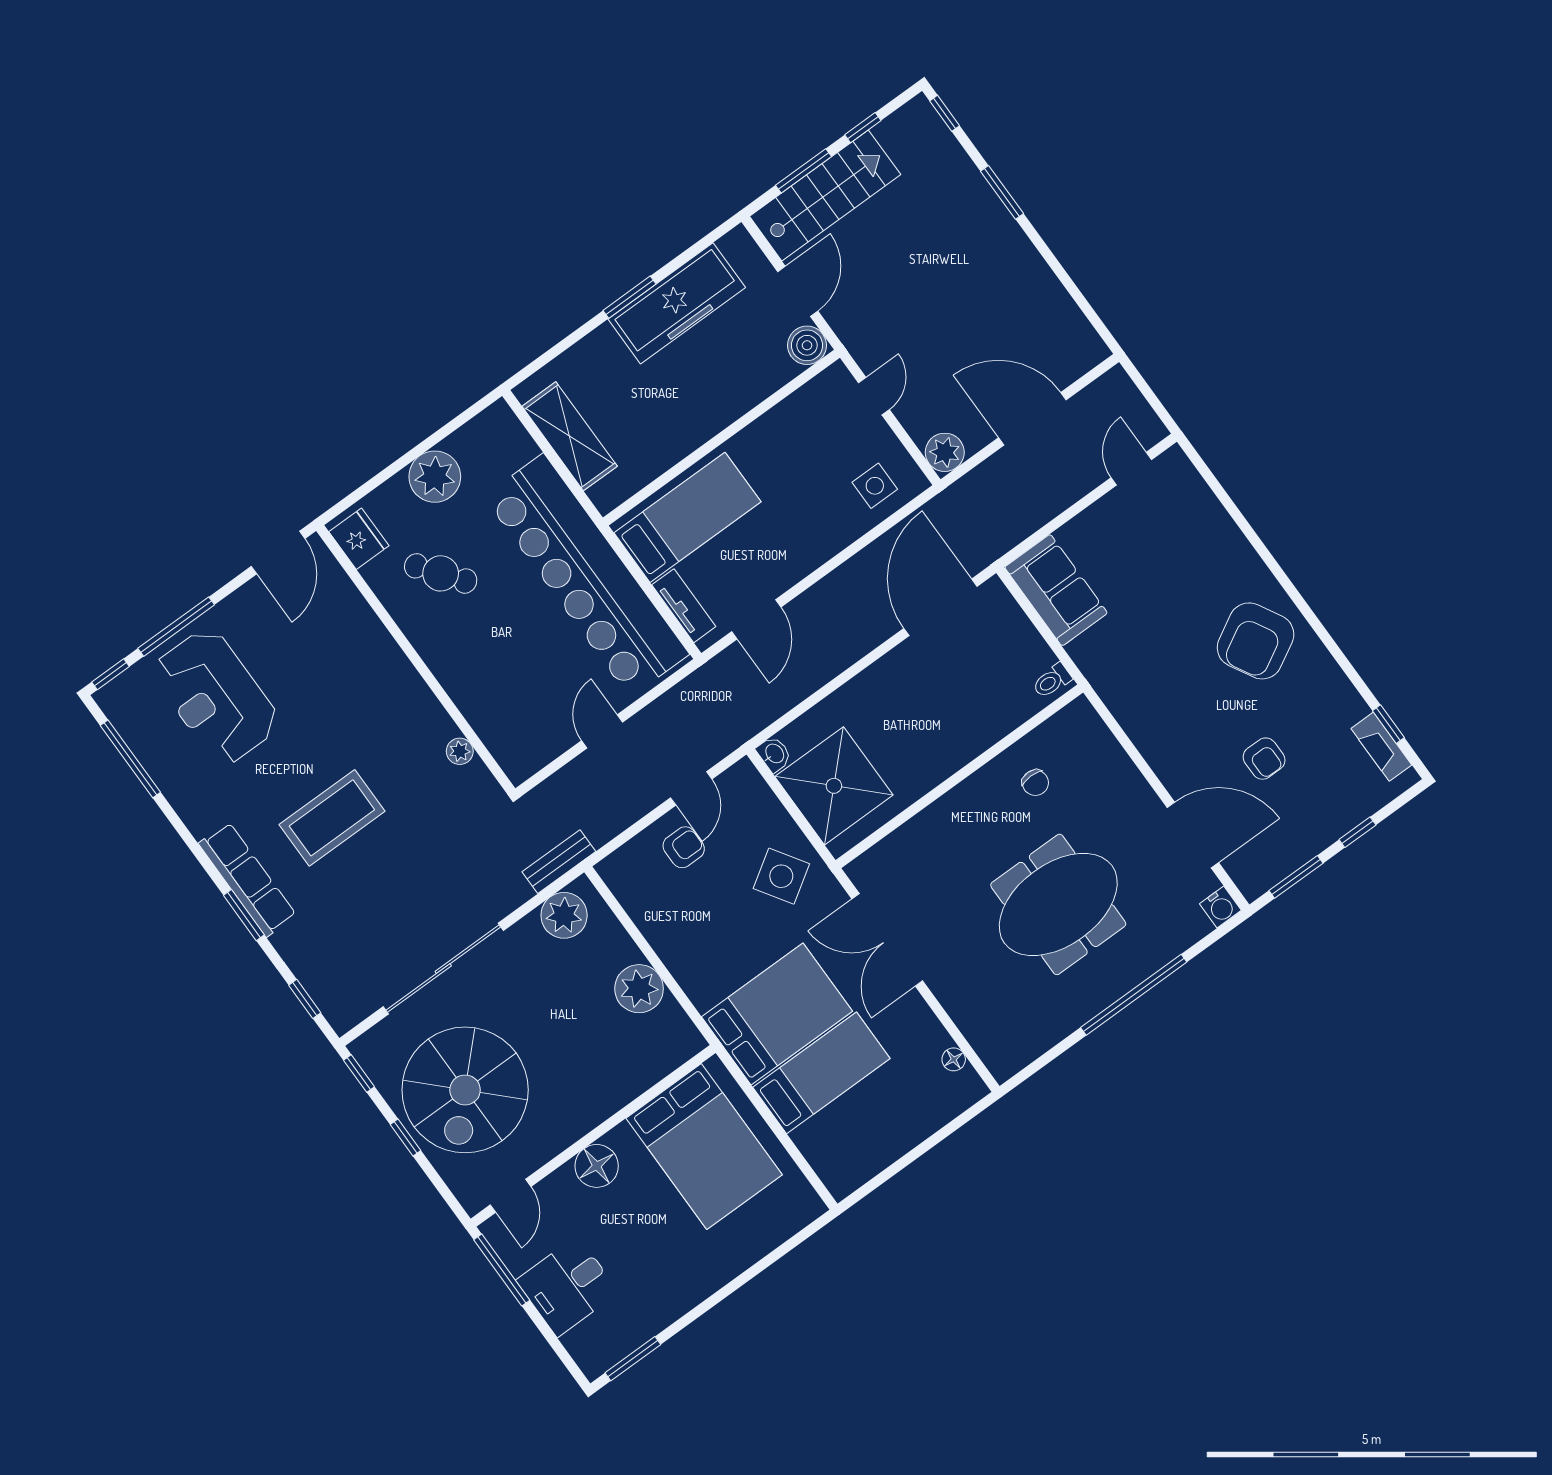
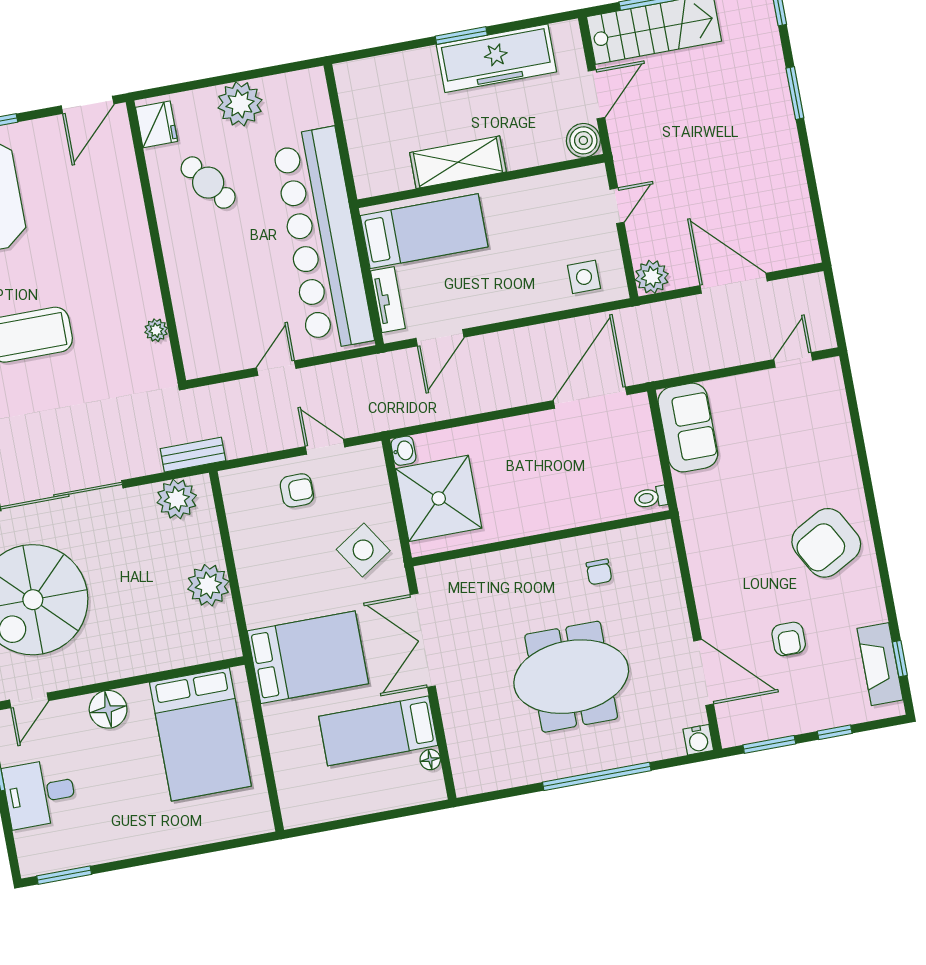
shelving: (570, 436) -> (458, 162), moved, turned 90
fireplace: (1381, 747) -> (880, 664), width x1.37, depth x1.32
door: (691, 788) -> (325, 447), swing flipped
bed: (821, 1073) -> (378, 731), moved, turned 180

